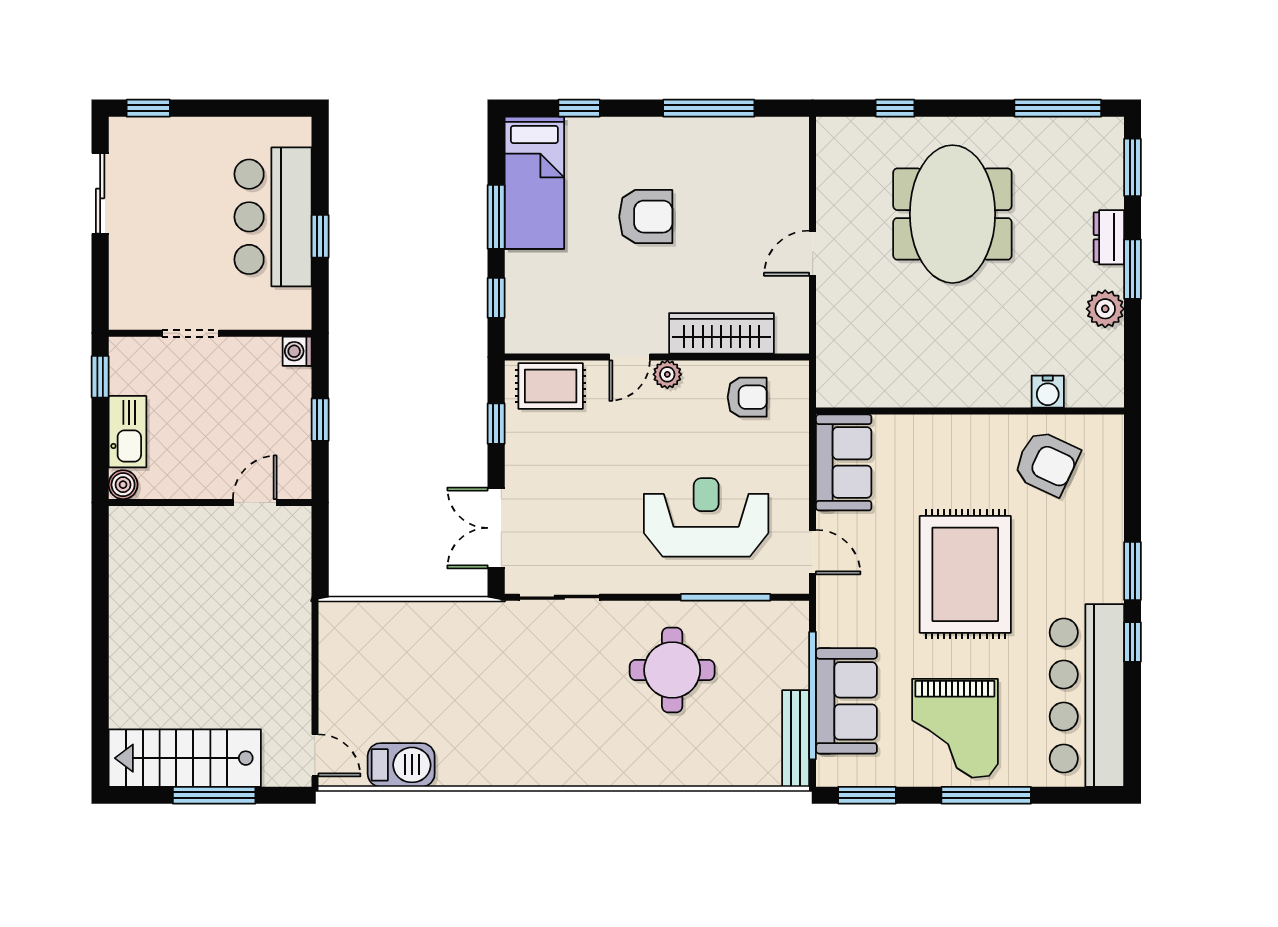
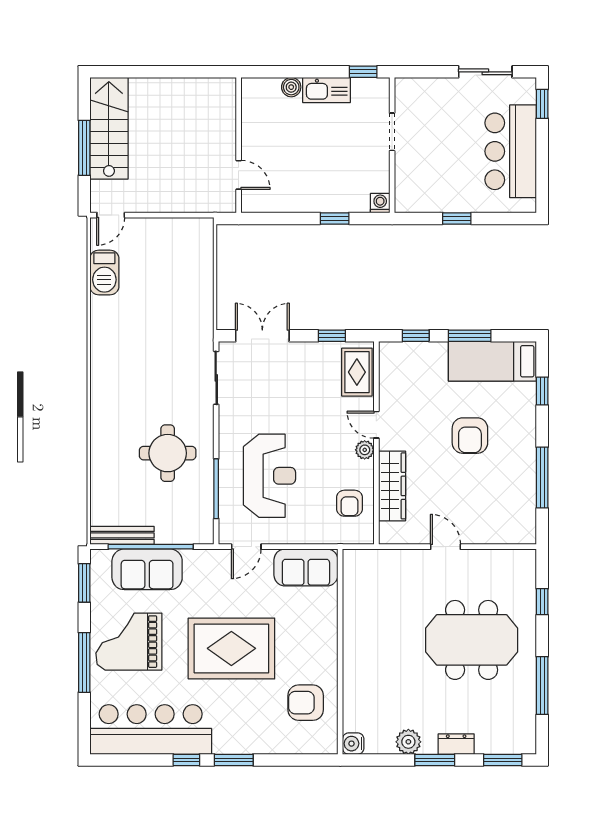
window: (1058, 108) -> (542, 686), moved
bar counter: (273, 217) -> (511, 151), moved, turned -90
water cooler: (1048, 392) -> (353, 744), moved
armchair: (1046, 463) -> (306, 703), turned 65
wall: (210, 503) -> (239, 145), moved
door: (255, 503) -> (239, 175), moved

